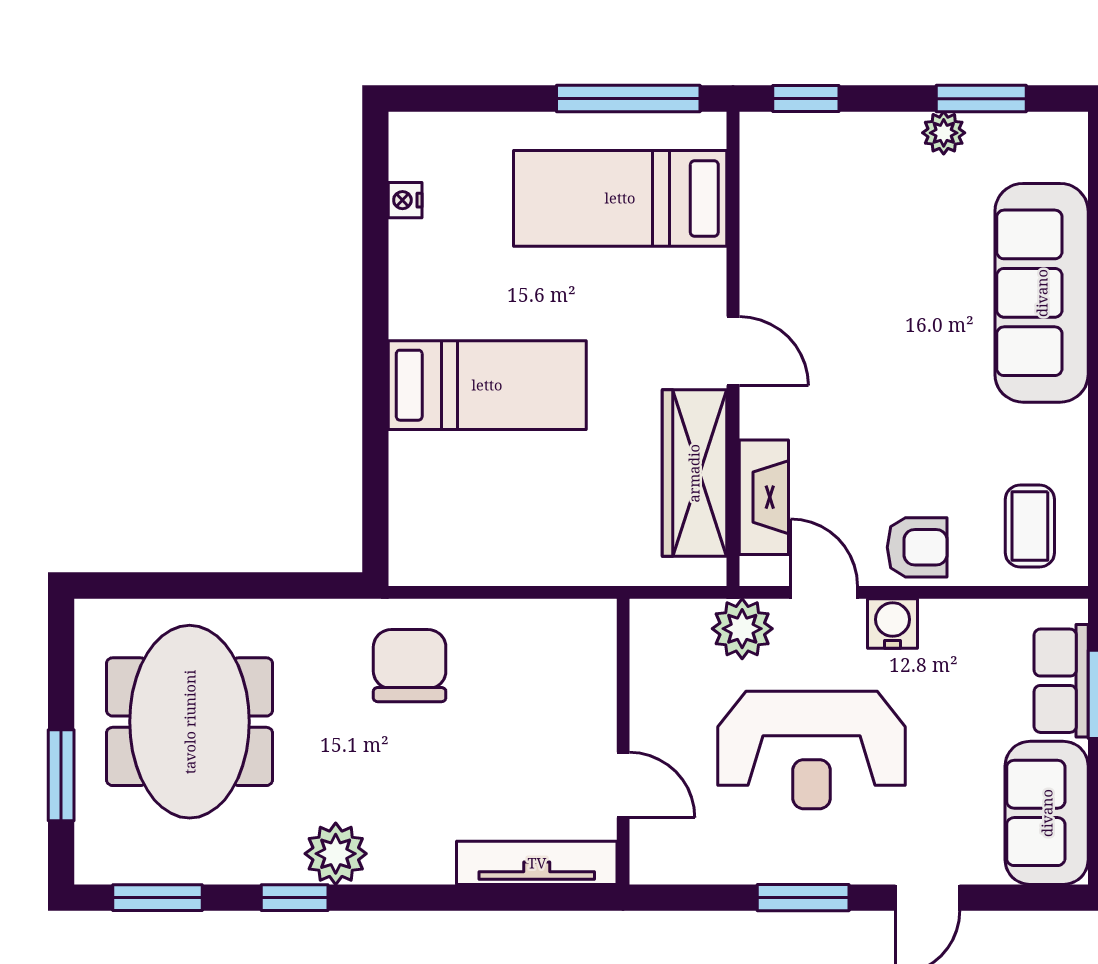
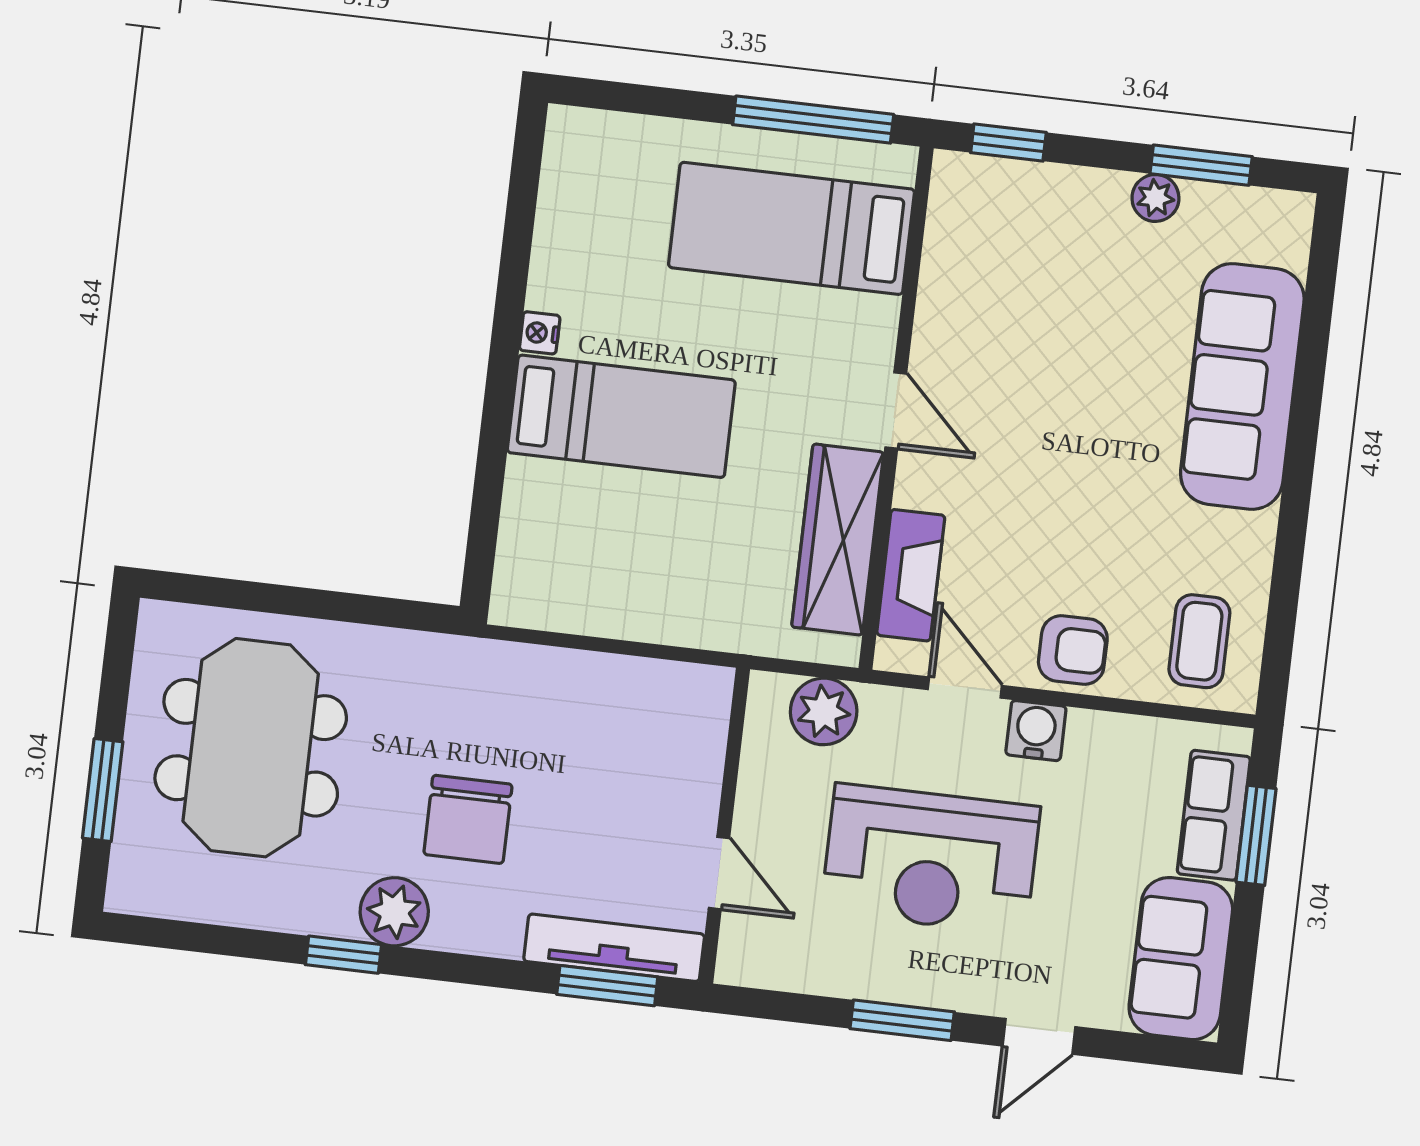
nightstand: (405, 200) -> (540, 333), moved
plant: (742, 629) -> (824, 711), moved
chair: (410, 666) -> (468, 819), moved, turned 180
window: (158, 898) -> (607, 986), moved

